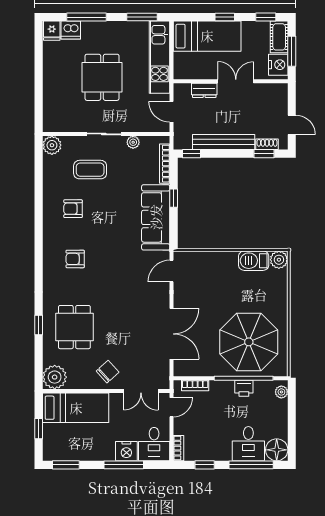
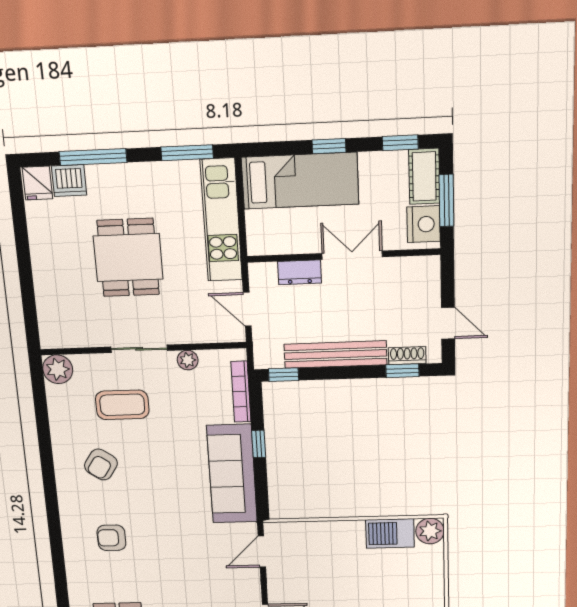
armchair: (73, 209) -> (101, 465), turned -56

